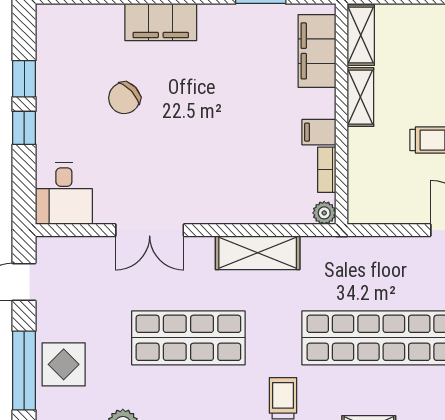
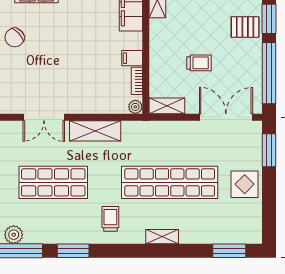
shelving: (360, 97) -> (167, 106), moved, turned 90
double door: (150, 230) -> (44, 117), moved

